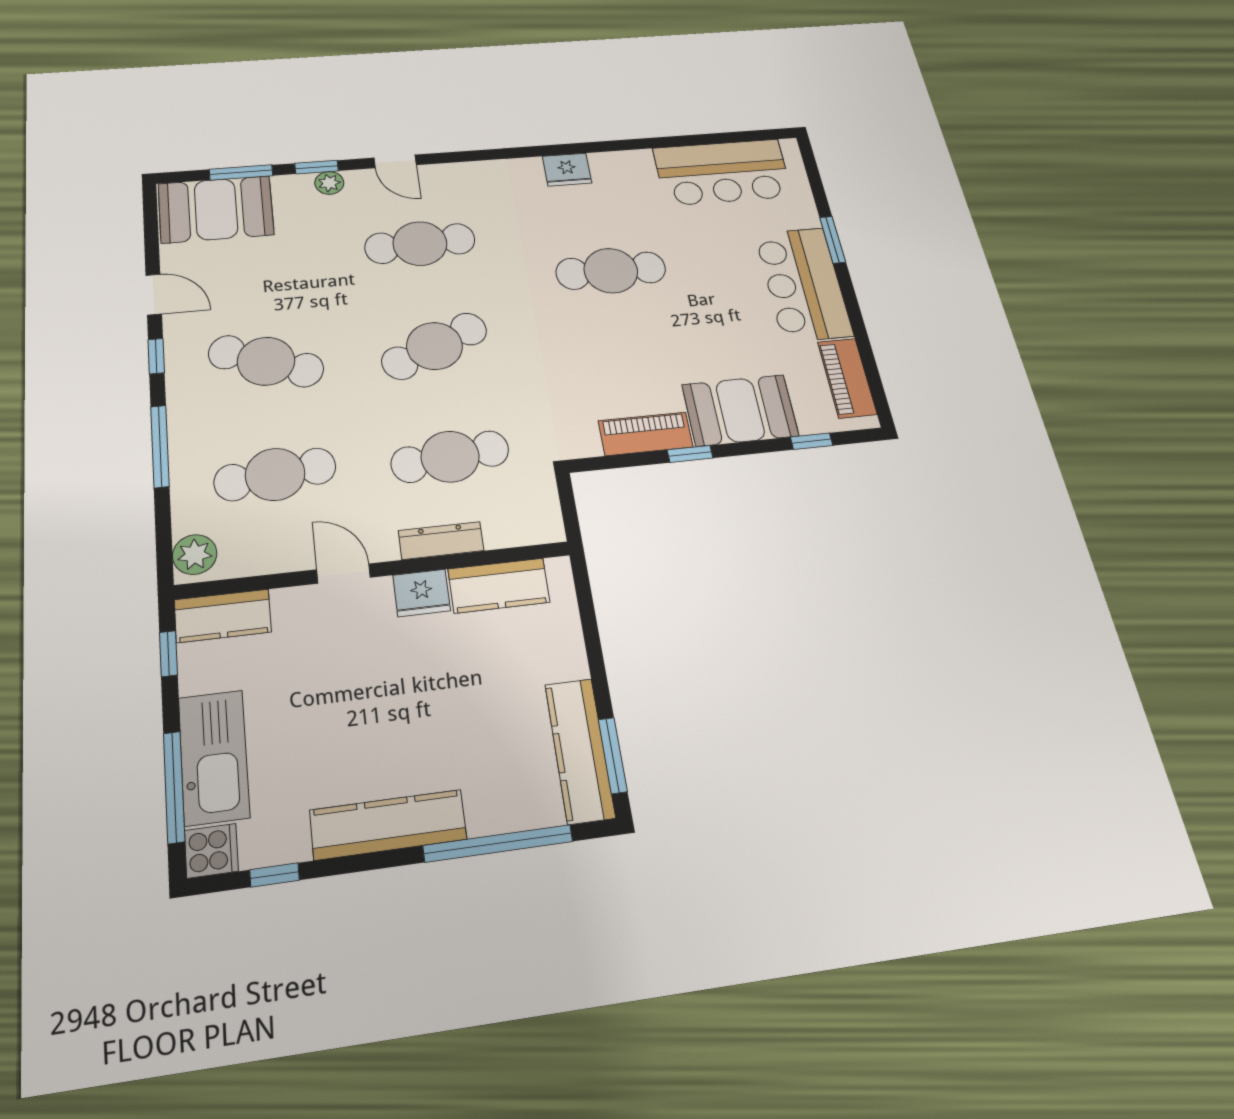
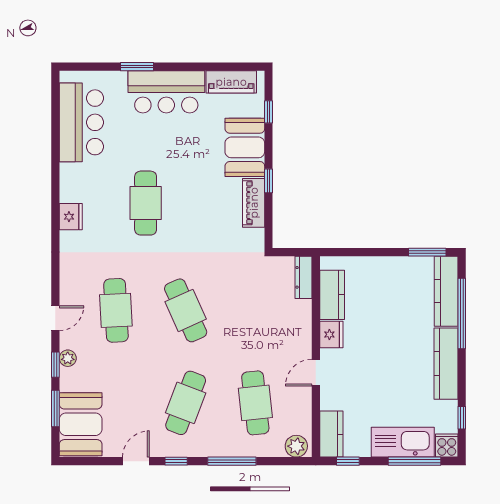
cafe table: (450, 457) -> (255, 310), removed
dresser: (441, 541) -> (304, 277), moved
kitchen counter: (580, 750) -> (446, 291), moved, turned 90

